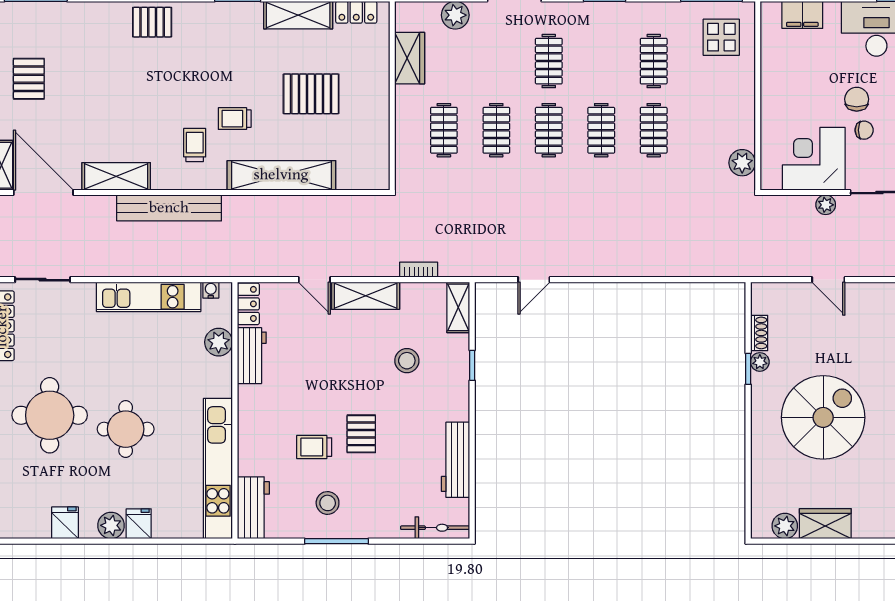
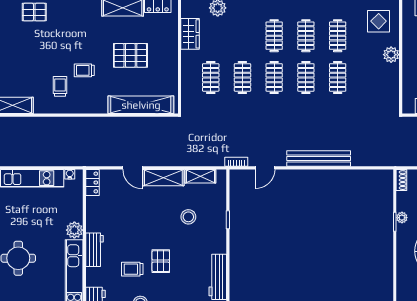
clothes rail: (601, 61) -> (306, 36), added
plant: (742, 163) -> (391, 55), moved
shelving: (281, 175) -> (141, 105), moved
bench: (169, 208) -> (319, 158), moved
bookcase: (419, 270) -> (236, 162), moved
shelving: (458, 307) -> (200, 176), moved, turned 90
shoe rack: (759, 333) -> (401, 180), moved
plant: (219, 342) -> (74, 230), moved
workbench: (252, 356) -> (95, 250), moved

